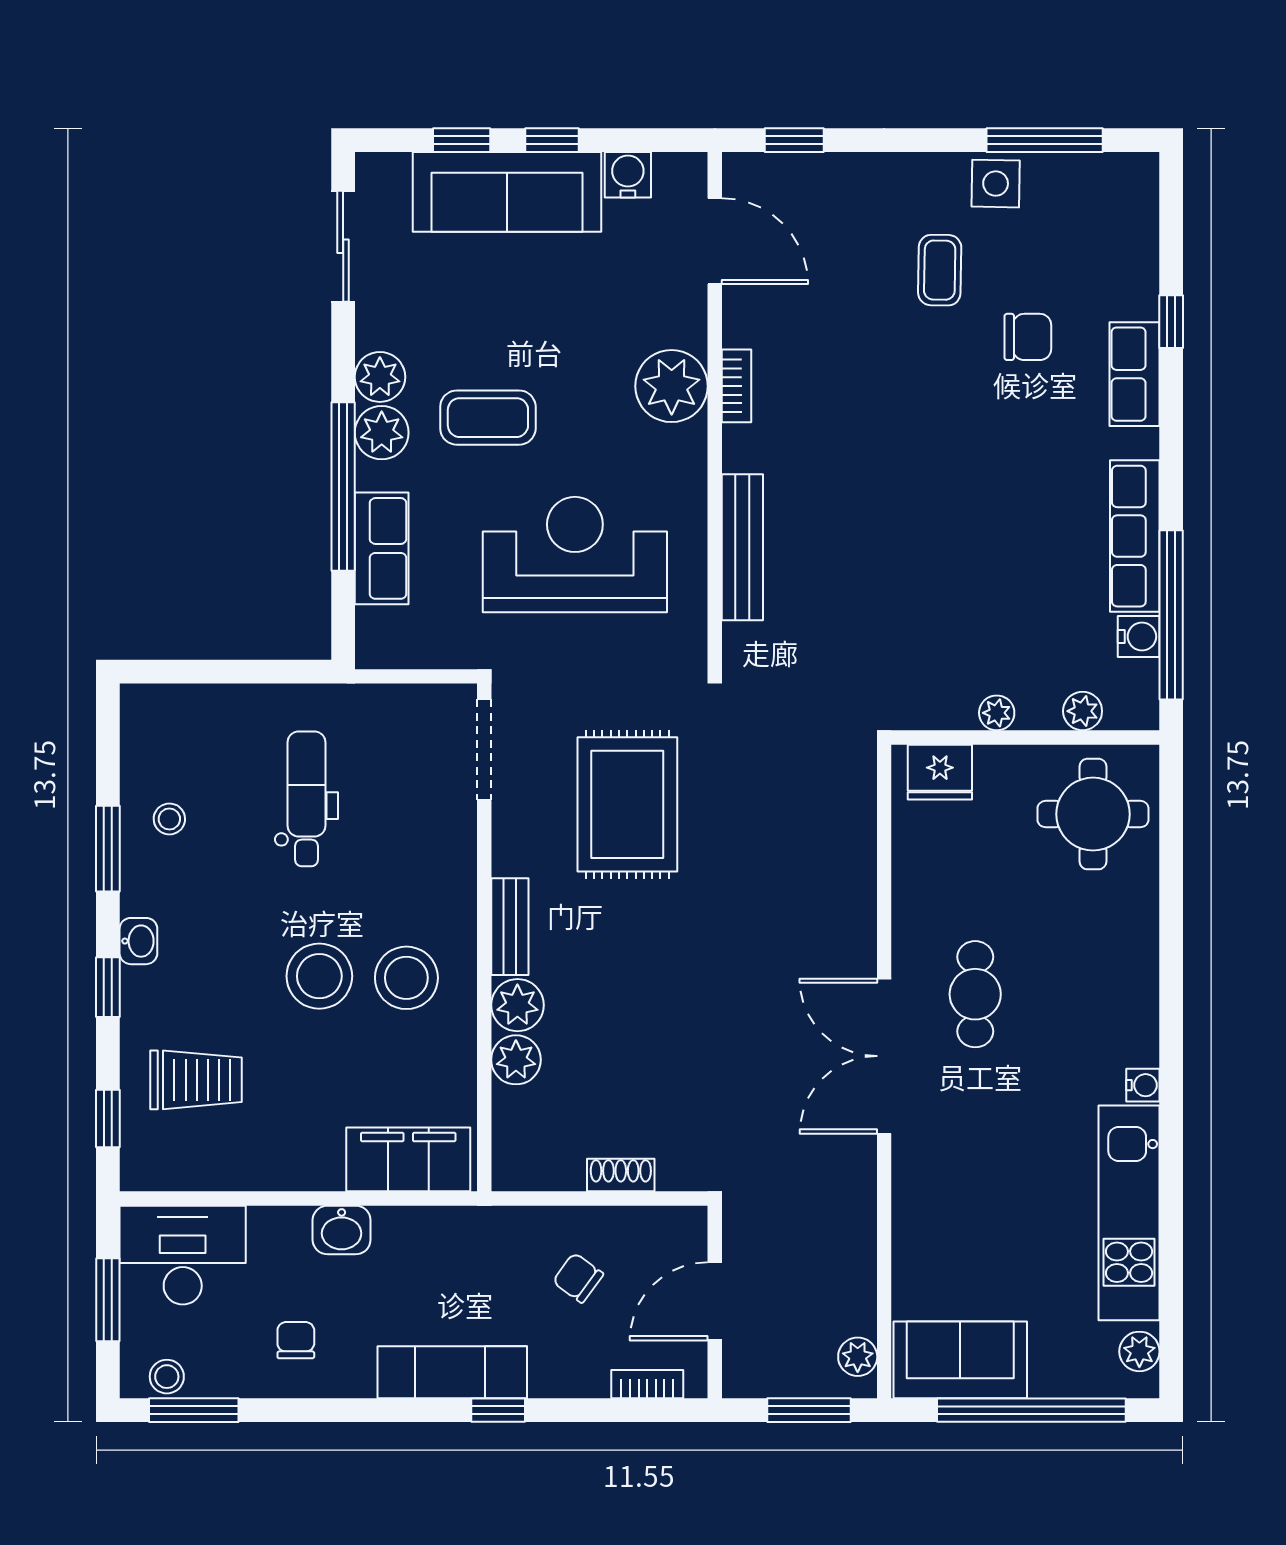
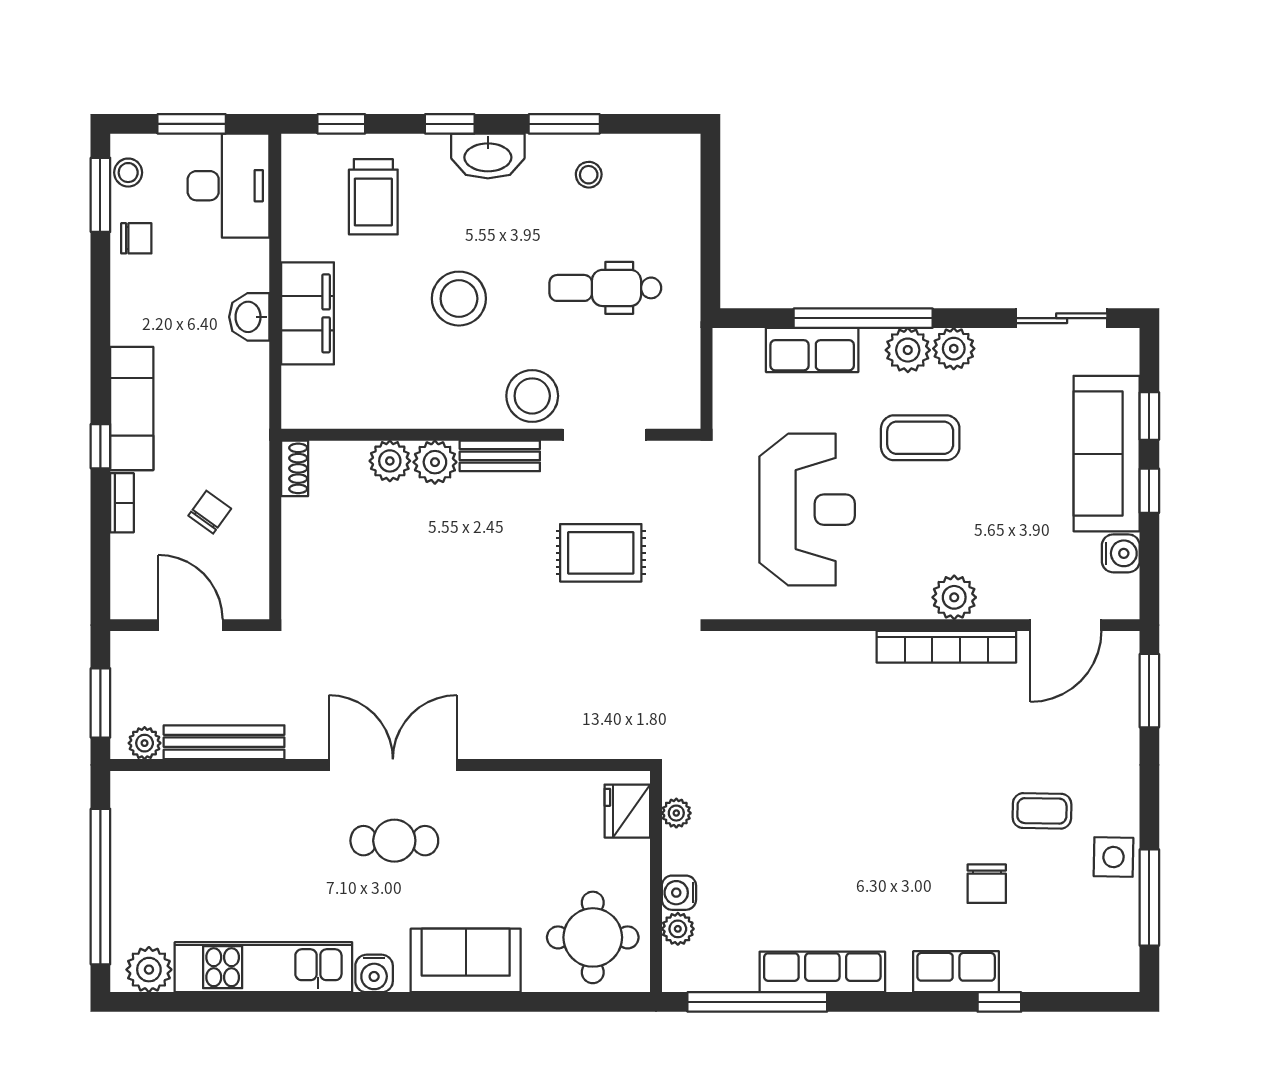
window: (794, 140) -> (1149, 691), width x1.50
plant: (672, 386) -> (954, 597), width x0.73, depth x0.73
bookcase: (736, 386) -> (946, 647), width x2.31, depth x1.31
coffee table: (488, 418) -> (920, 438), turned 90
bench: (742, 547) -> (224, 742), moved
water cooler: (1139, 636) -> (679, 893), moved, turned 90
plant: (997, 713) -> (676, 813), moved
doorway: (484, 750) -> (604, 435), moved
dental chair: (306, 799) -> (605, 288), turned 180
rug: (627, 804) -> (601, 553), width x0.73, depth x0.70
washbasin: (138, 941) -> (488, 156), width x1.91, depth x1.45
stool: (406, 978) -> (532, 396), moved
cafe table: (975, 994) -> (394, 841), moved
water cooler: (1143, 1085) -> (374, 973), width x1.38, depth x1.38
filing cabinet: (408, 1159) -> (308, 313), moved
shoe rack: (621, 1175) -> (295, 468), moved
chair: (296, 1340) -> (136, 238), moved
plant: (1139, 1351) -> (149, 970), width x1.38, depth x1.38
sofa: (960, 1360) -> (466, 960), moved, turned -90
bookcase: (647, 1384) -> (122, 503), moved

